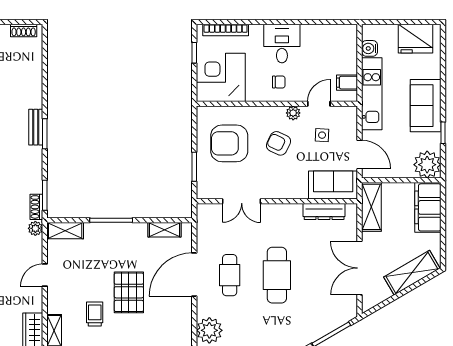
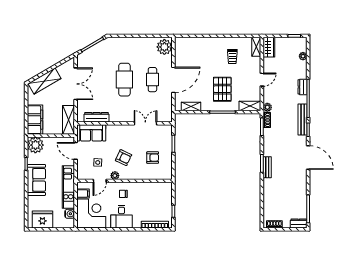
corner desk: (221, 77) -> (91, 213), moved, turned -90
armchair: (229, 143) -> (153, 158), width x0.53, depth x0.53
pallet: (129, 292) -> (222, 89), moved

